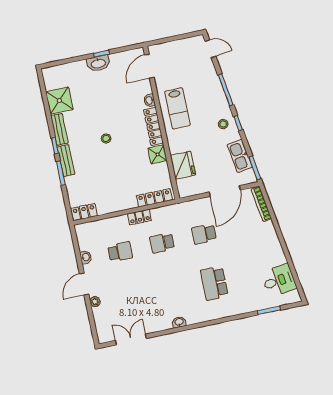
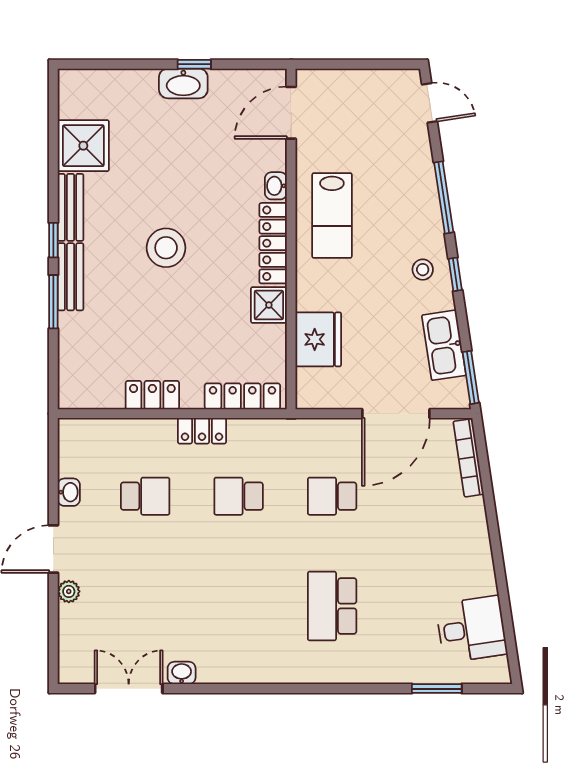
stool: (106, 138) -> (166, 248), width x1.89, depth x1.89
locker: (84, 212) -> (152, 395), moved
washbasin: (179, 322) -> (182, 673), moved

